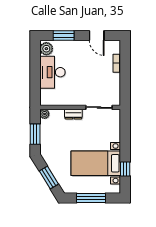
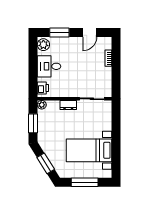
door: (97, 36) -> (90, 33), hinge flipped
desk: (52, 72) -> (49, 66), width x0.73
printer: (46, 96) -> (43, 88), added
window: (125, 169) -> (116, 155), removed

